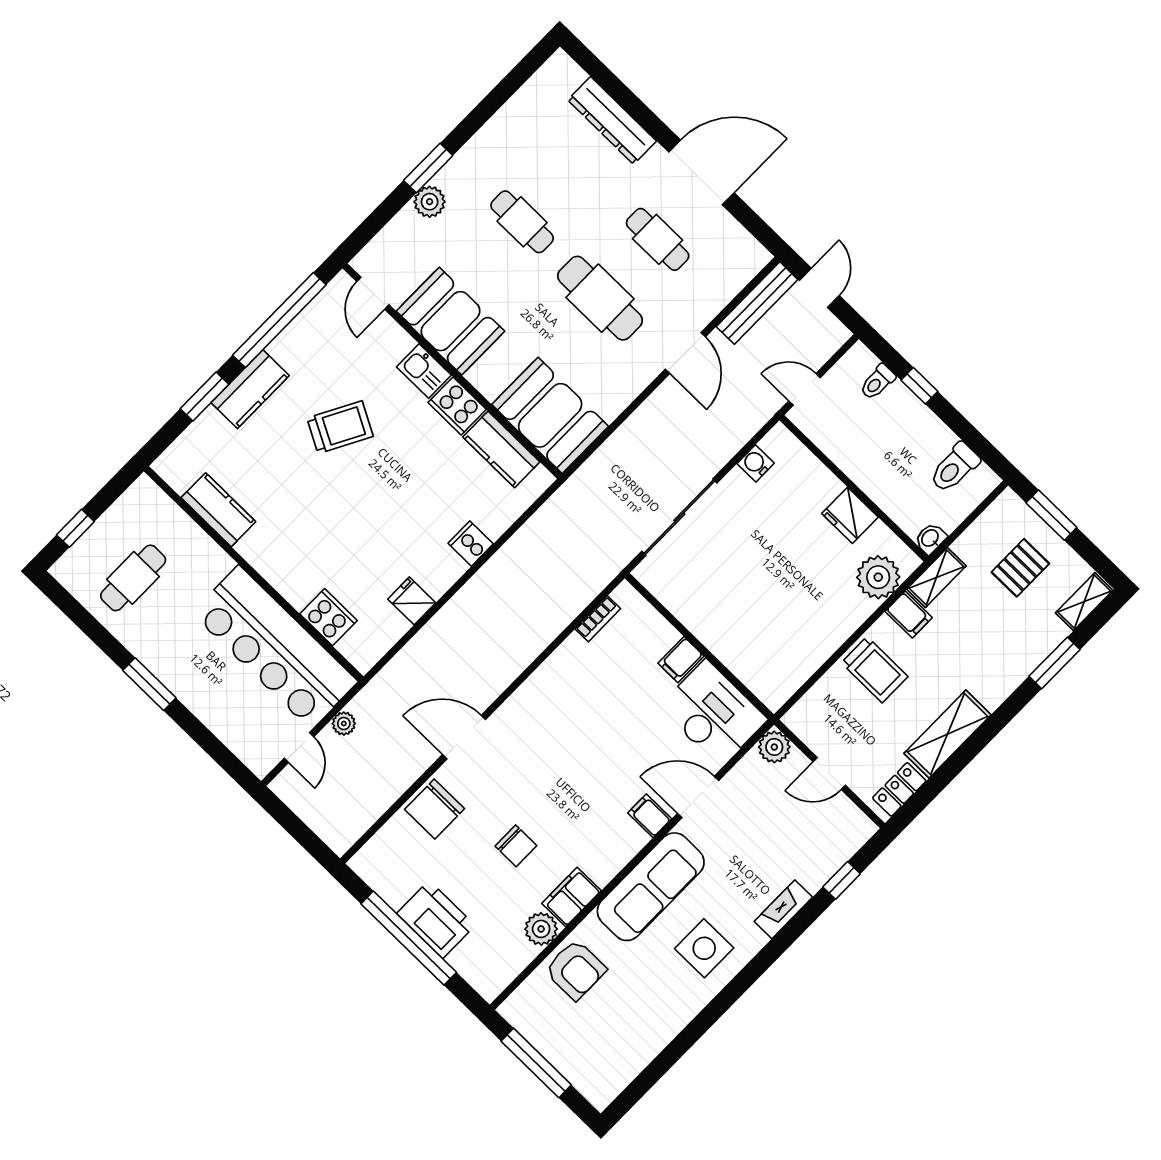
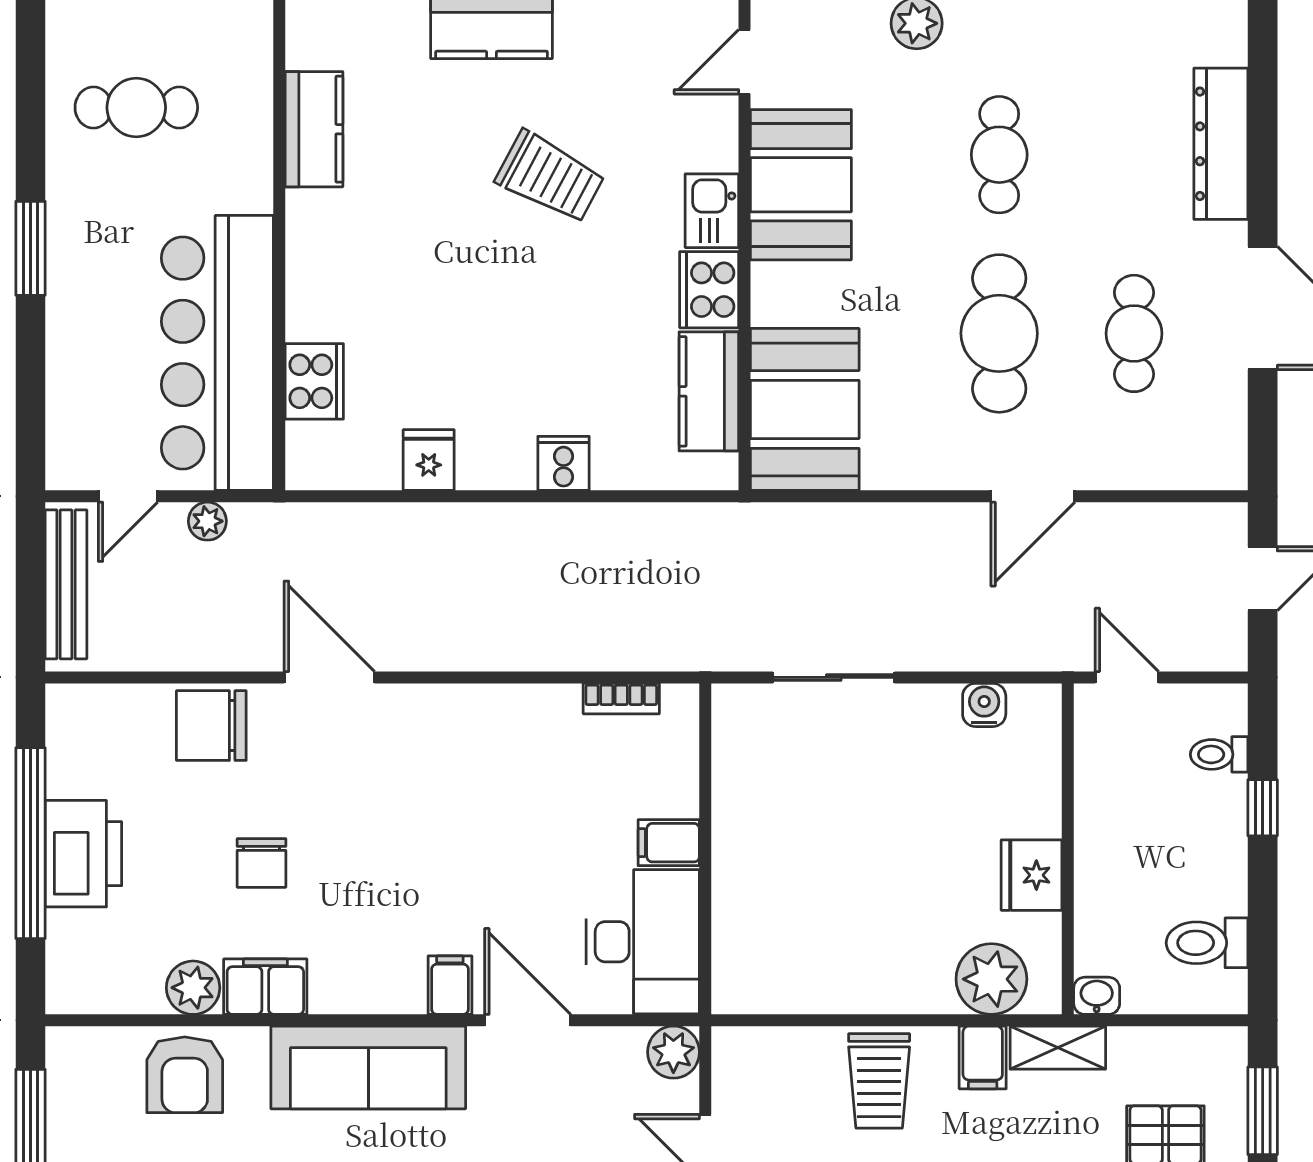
bench: (757, 303) -> (66, 584), moved, turned 90
sliding door: (679, 517) -> (834, 677), width x0.73

